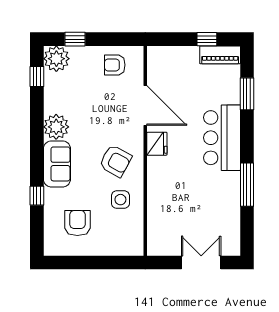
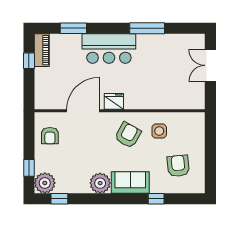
armchair: (77, 223) -> (178, 166), turned 84

